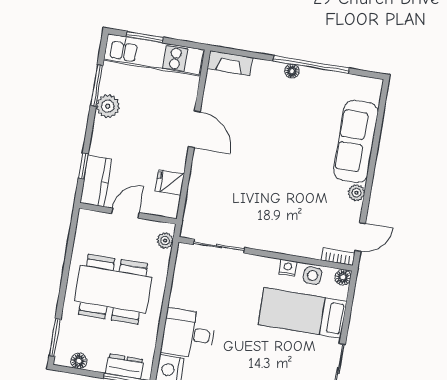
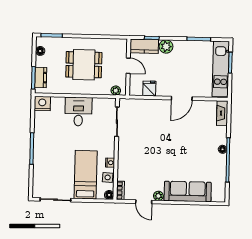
plant: (108, 106) -> (166, 47), moved
door: (360, 237) -> (144, 202), moved
dining table: (113, 289) -> (84, 65), width x0.73
desk: (188, 334) -> (78, 112), moved

